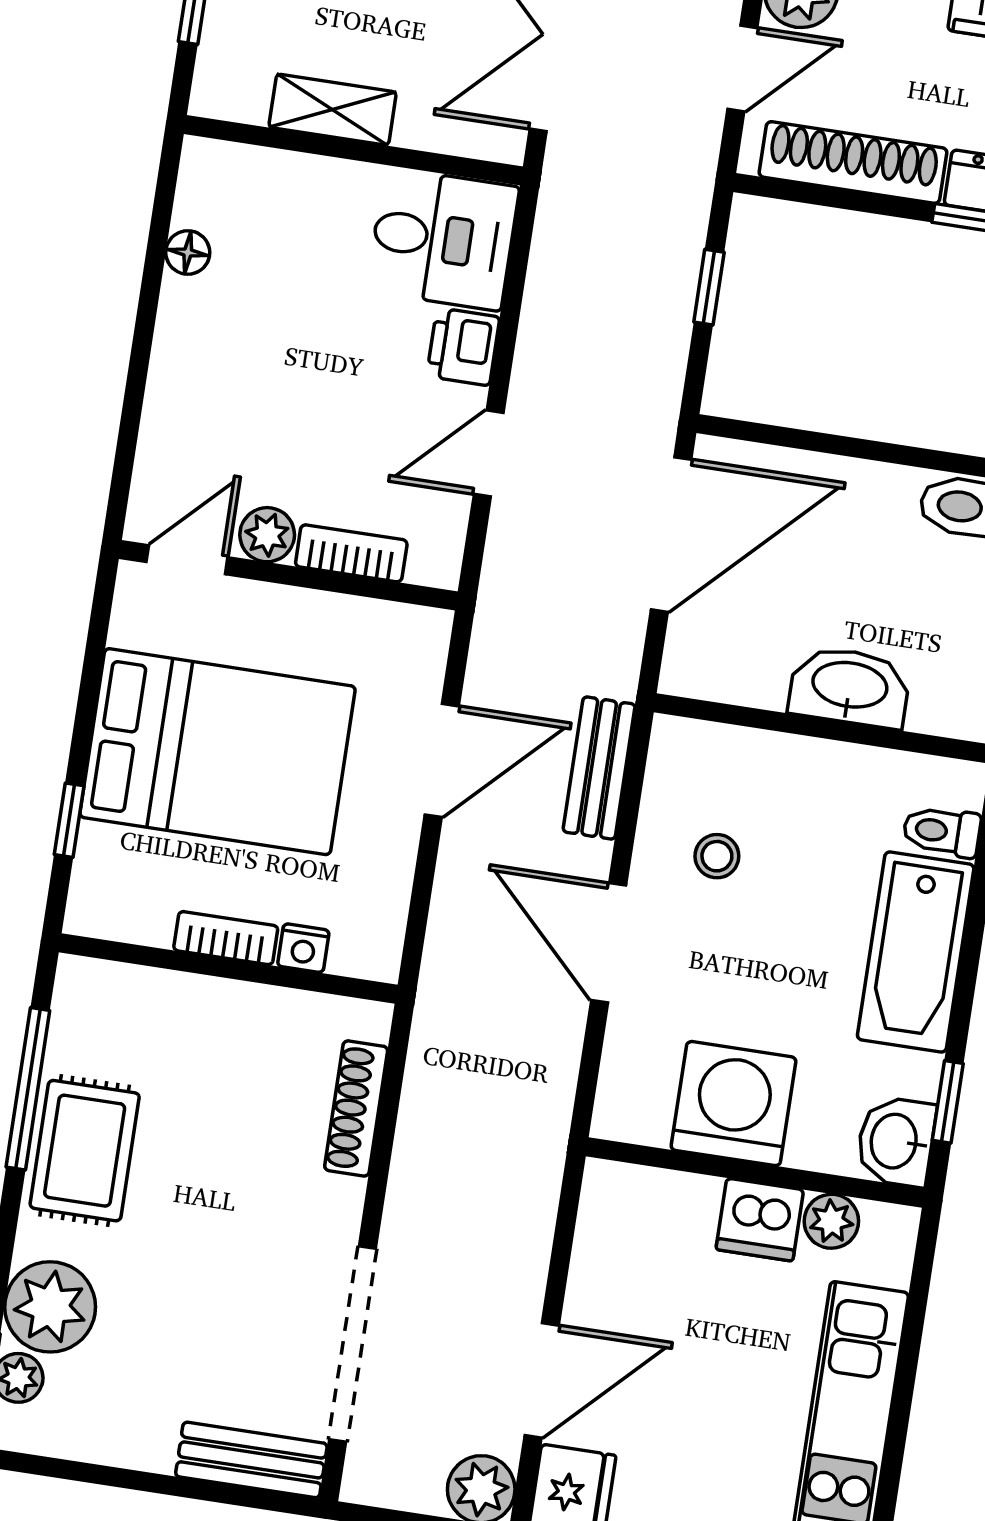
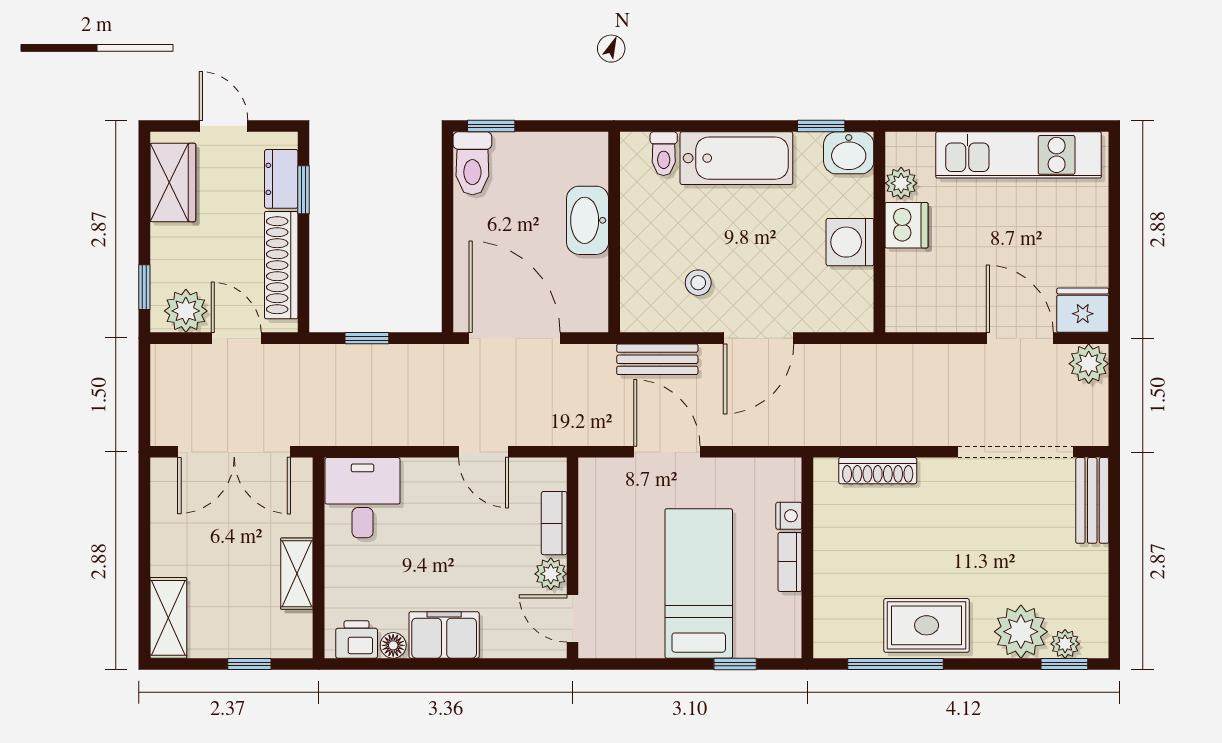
filing cabinet: (192, 340) -> (444, 635), added
printer: (463, 347) -> (357, 639), moved, turned 180
bed: (217, 752) -> (699, 583), width x0.67
washing machine: (734, 1104) -> (850, 242), width x0.73, depth x0.73

